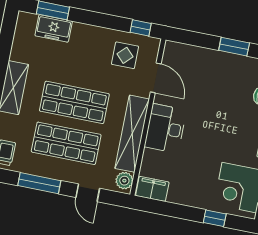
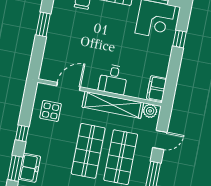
window: (141, 28) -> (22, 133), moved
desk: (165, 128) -> (113, 79), width x0.73

